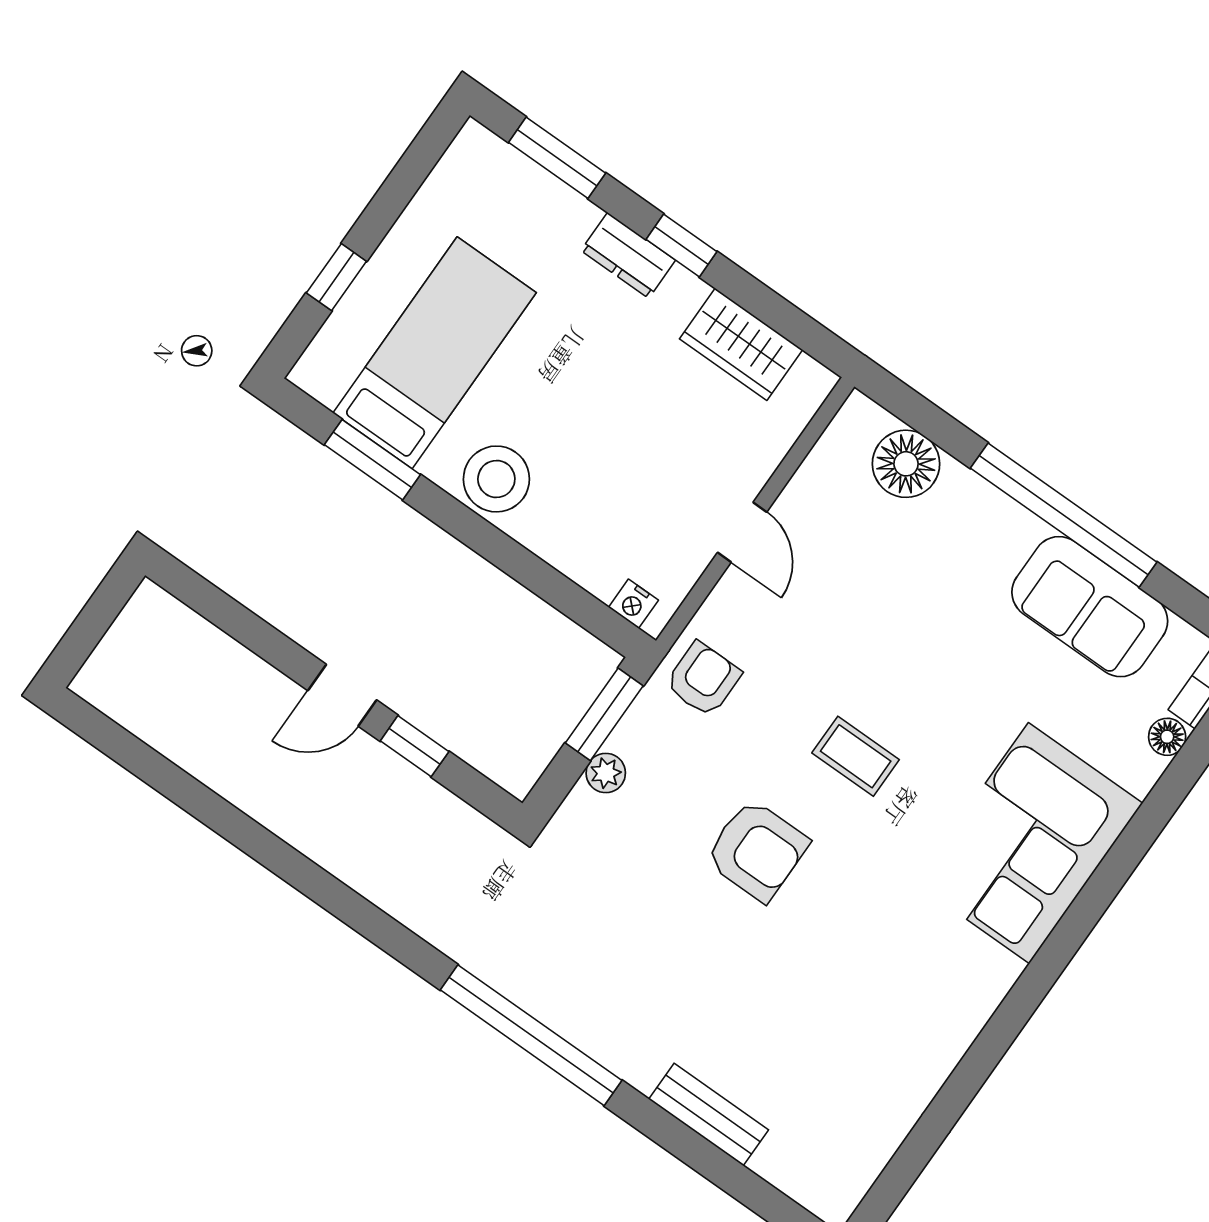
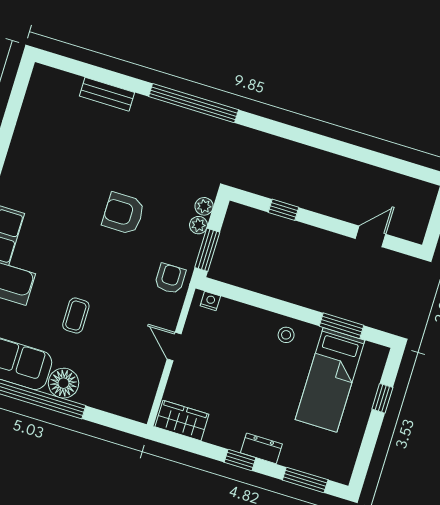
wardrobe: (741, 344) -> (182, 421), moved
floor lamp: (906, 464) -> (63, 383), moved
stool: (496, 479) -> (286, 335), width x0.53, depth x0.53
armchair: (703, 679) -> (170, 279), turned 180
door: (342, 695) -> (371, 236), moved
coffee table: (856, 756) -> (76, 316), moved, turned 90
plant: (581, 809) -> (204, 206), added

